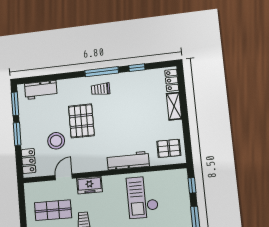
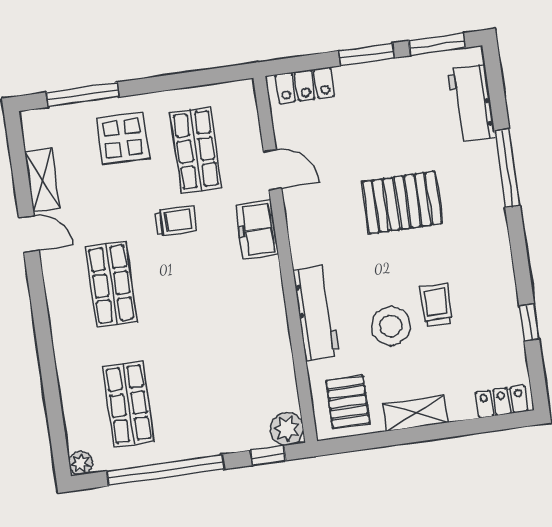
window: (102, 72) -> (507, 168), moved
trolley: (101, 89) -> (436, 305), moved
shelving: (174, 106) -> (415, 413), moved
stool: (56, 141) -> (391, 326), moved
plant: (180, 176) -> (287, 429), added
checkout: (142, 197) -> (236, 349), removed

